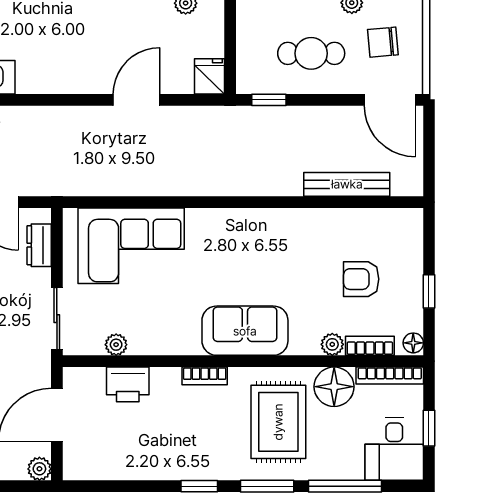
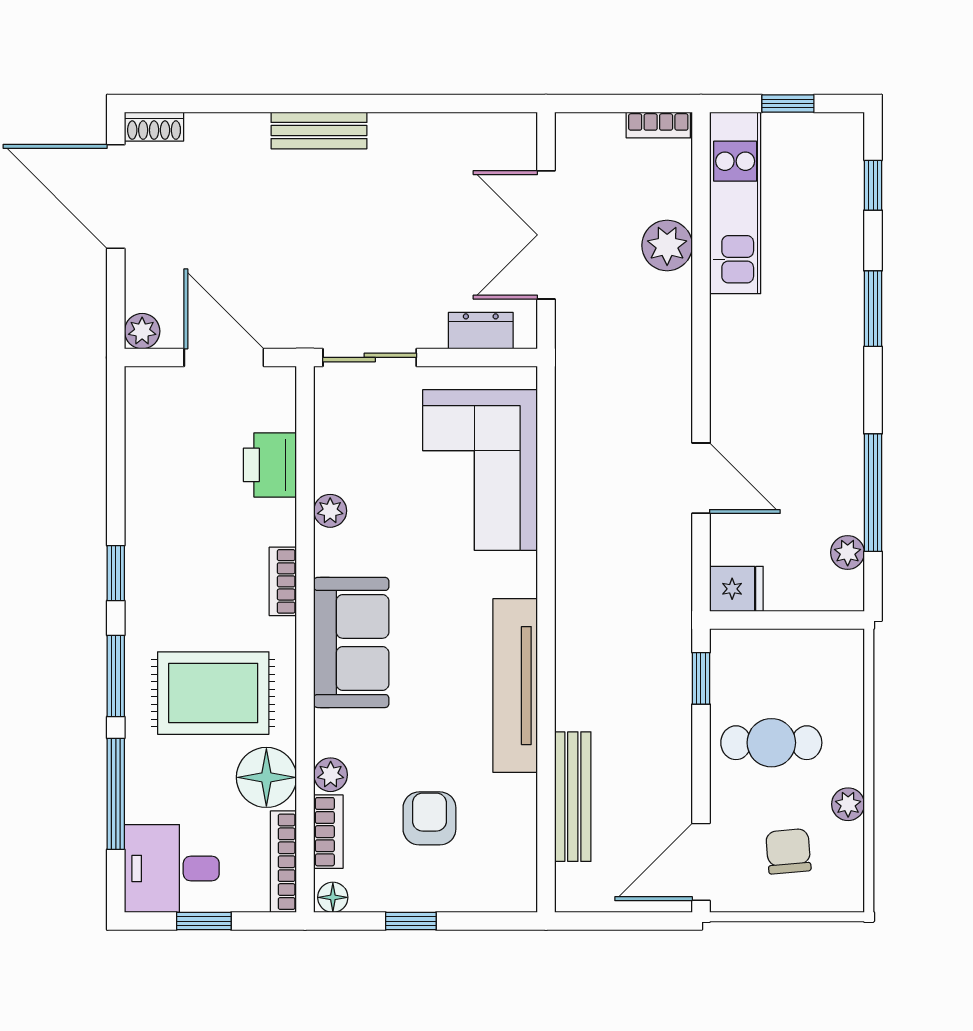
cafe table: (311, 53) -> (771, 743), turned 90
tv unit: (273, 222) -> (515, 686), added
plant: (116, 345) -> (330, 511), moved

